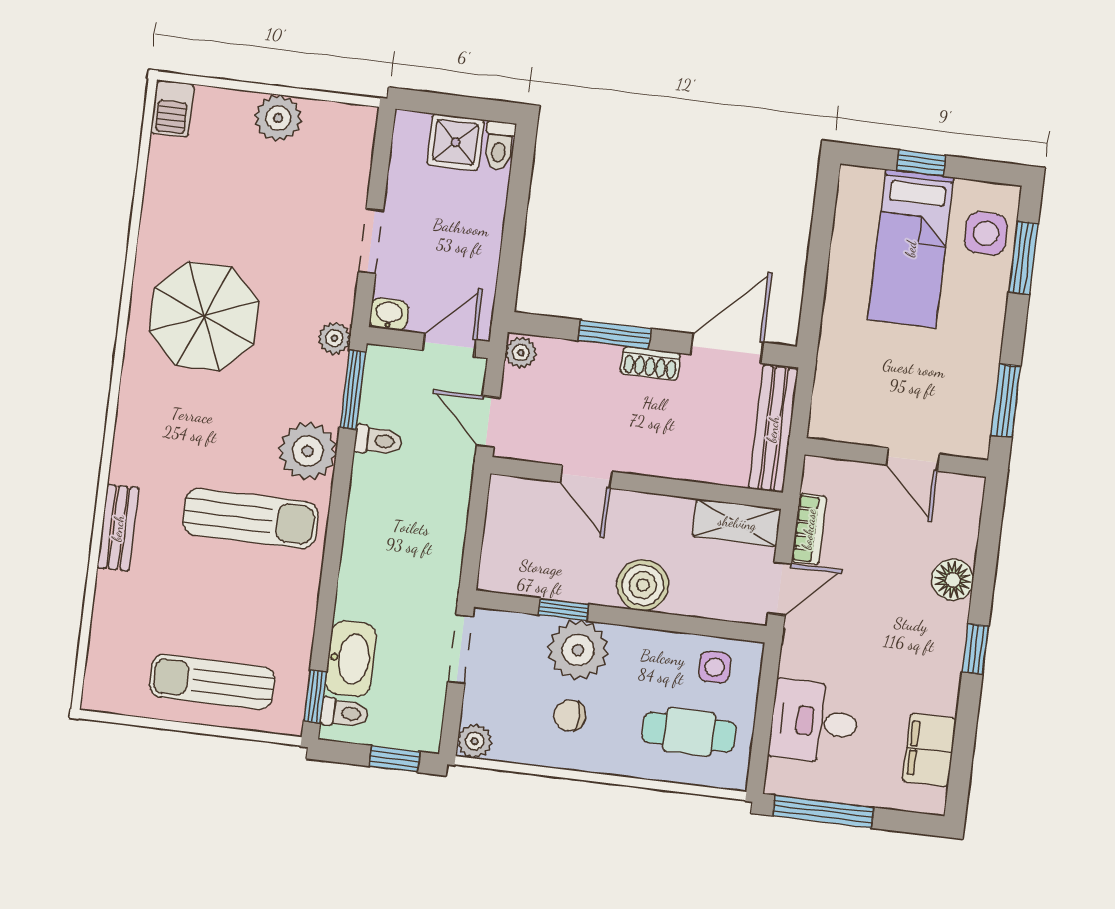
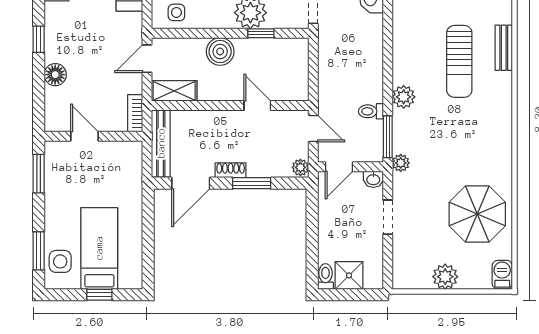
parasol: (204, 316) -> (477, 214), moved
plant: (308, 451) -> (404, 97), width x0.73, depth x0.73
sun lounger: (251, 518) -> (459, 61), moved, turned -90
bookcase: (809, 529) -> (135, 113), moved

